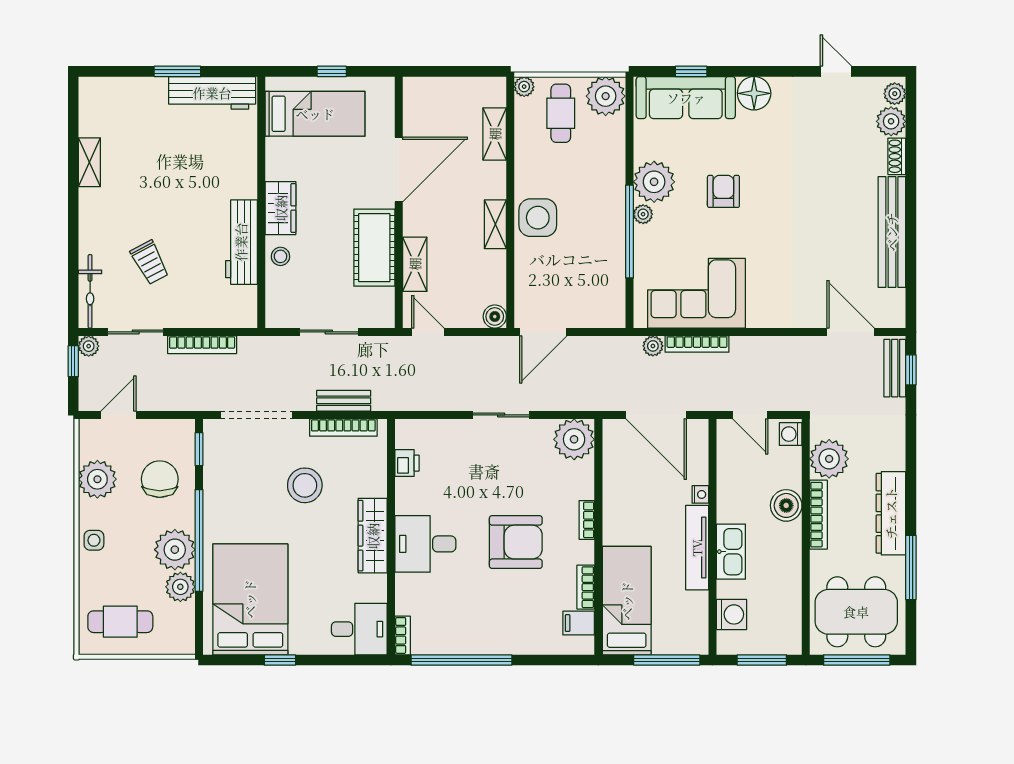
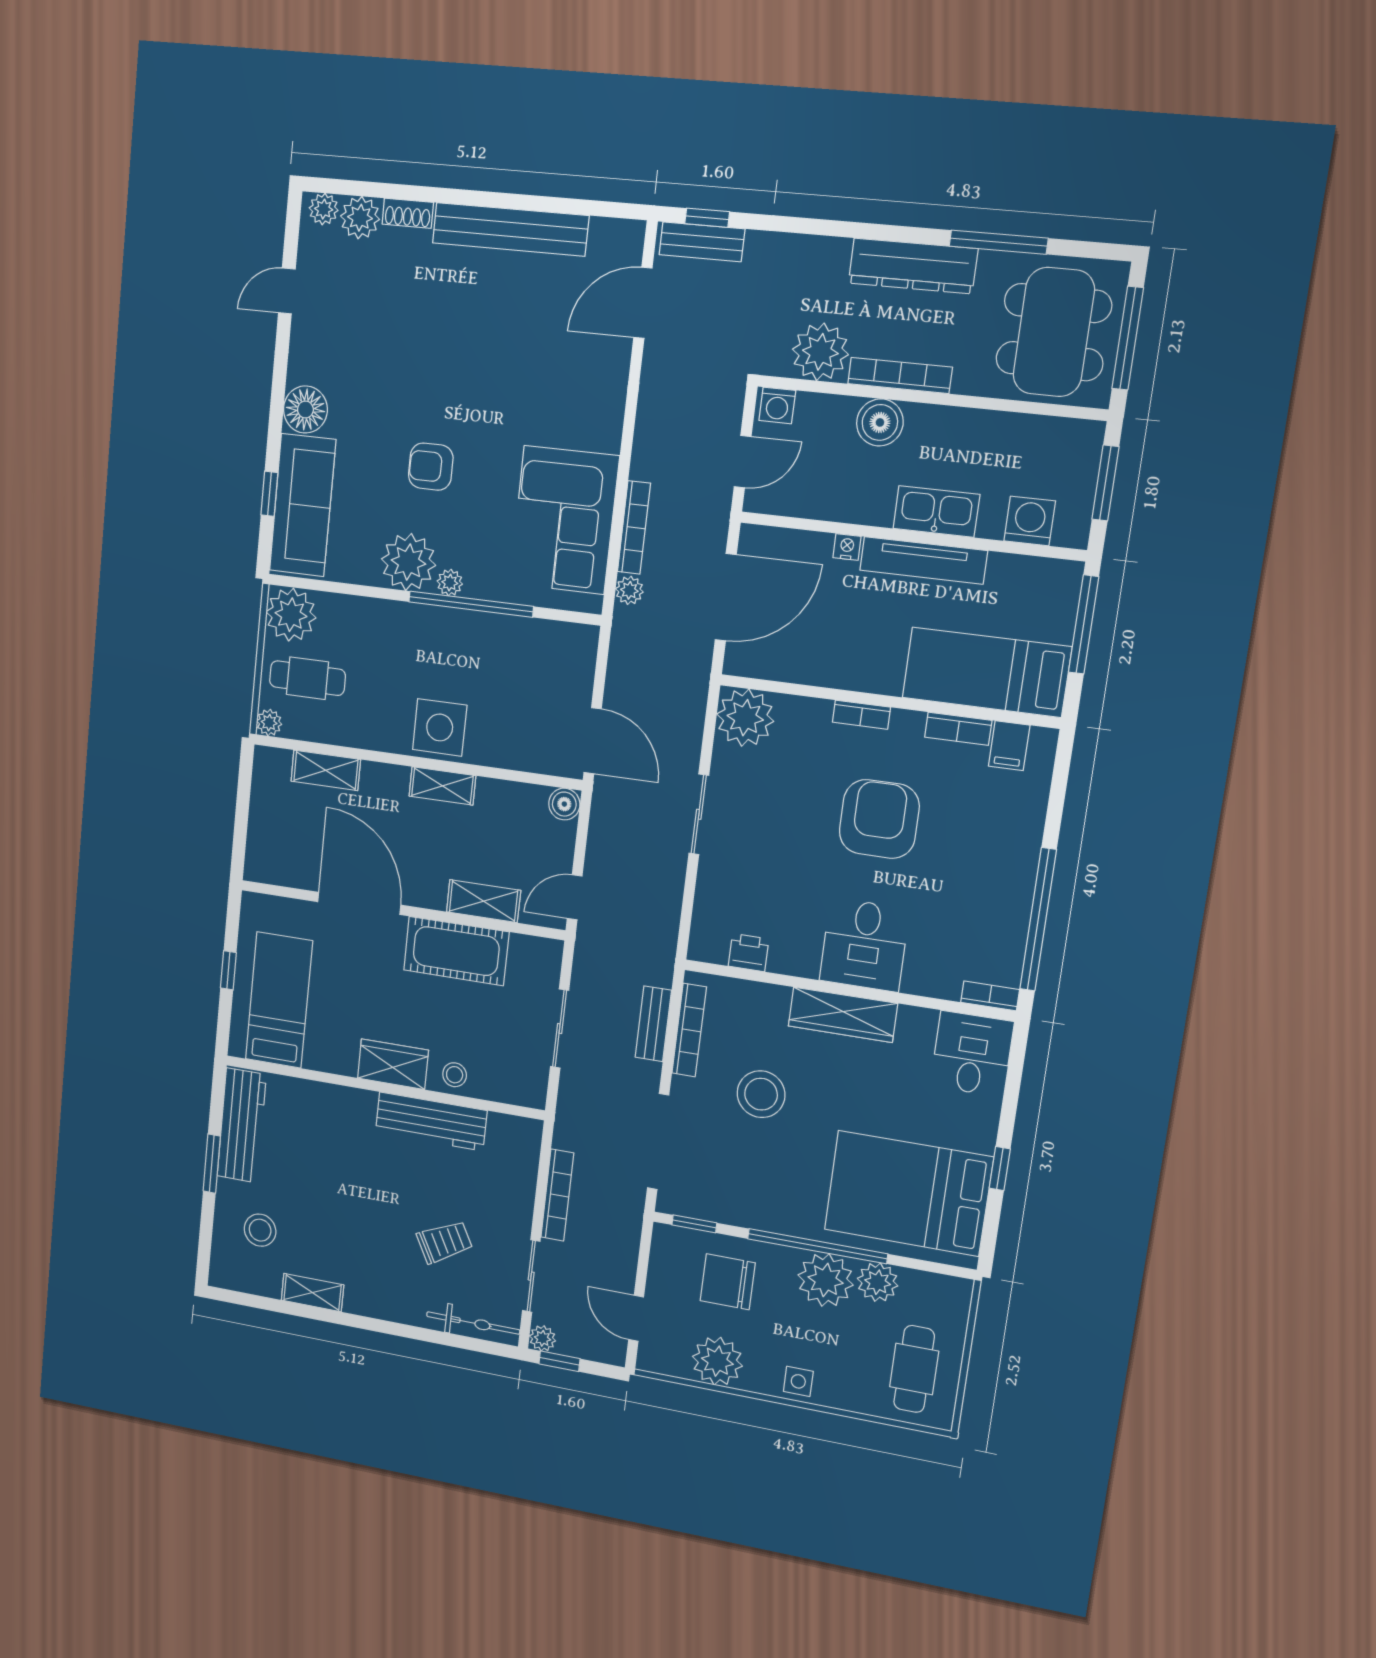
stool: (131, 115) -> (260, 1230), added

